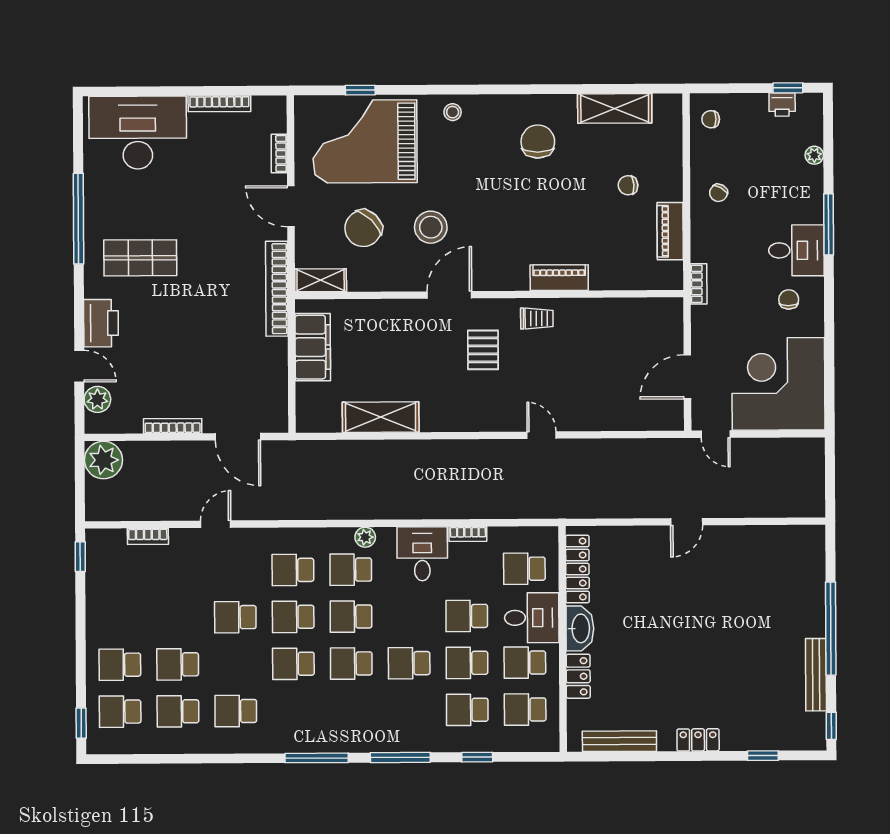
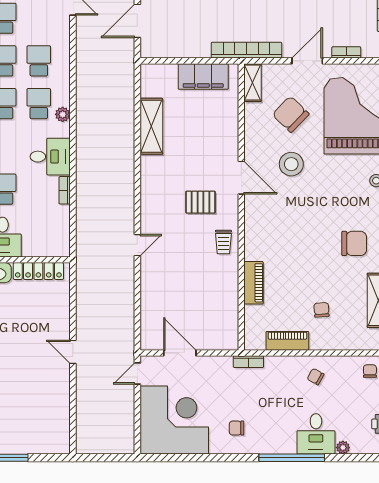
window: (829, 224) -> (292, 458), width x1.46
desk: (796, 250) -> (316, 434), moved
piano: (559, 278) -> (254, 283), moved
chair: (789, 299) -> (237, 428), turned 180
school desk: (524, 569) -> (39, 232), removed

